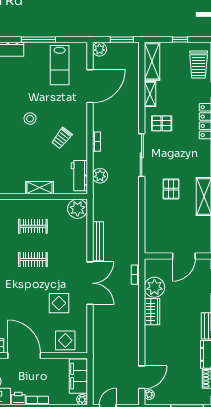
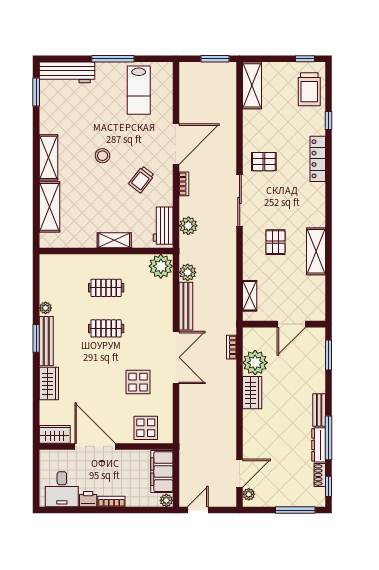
window: (180, 40) -> (305, 59), moved
plant: (99, 49) -> (188, 272), moved
door: (90, 86) -> (176, 144), moved
shelving: (150, 94) -> (250, 296), moved

